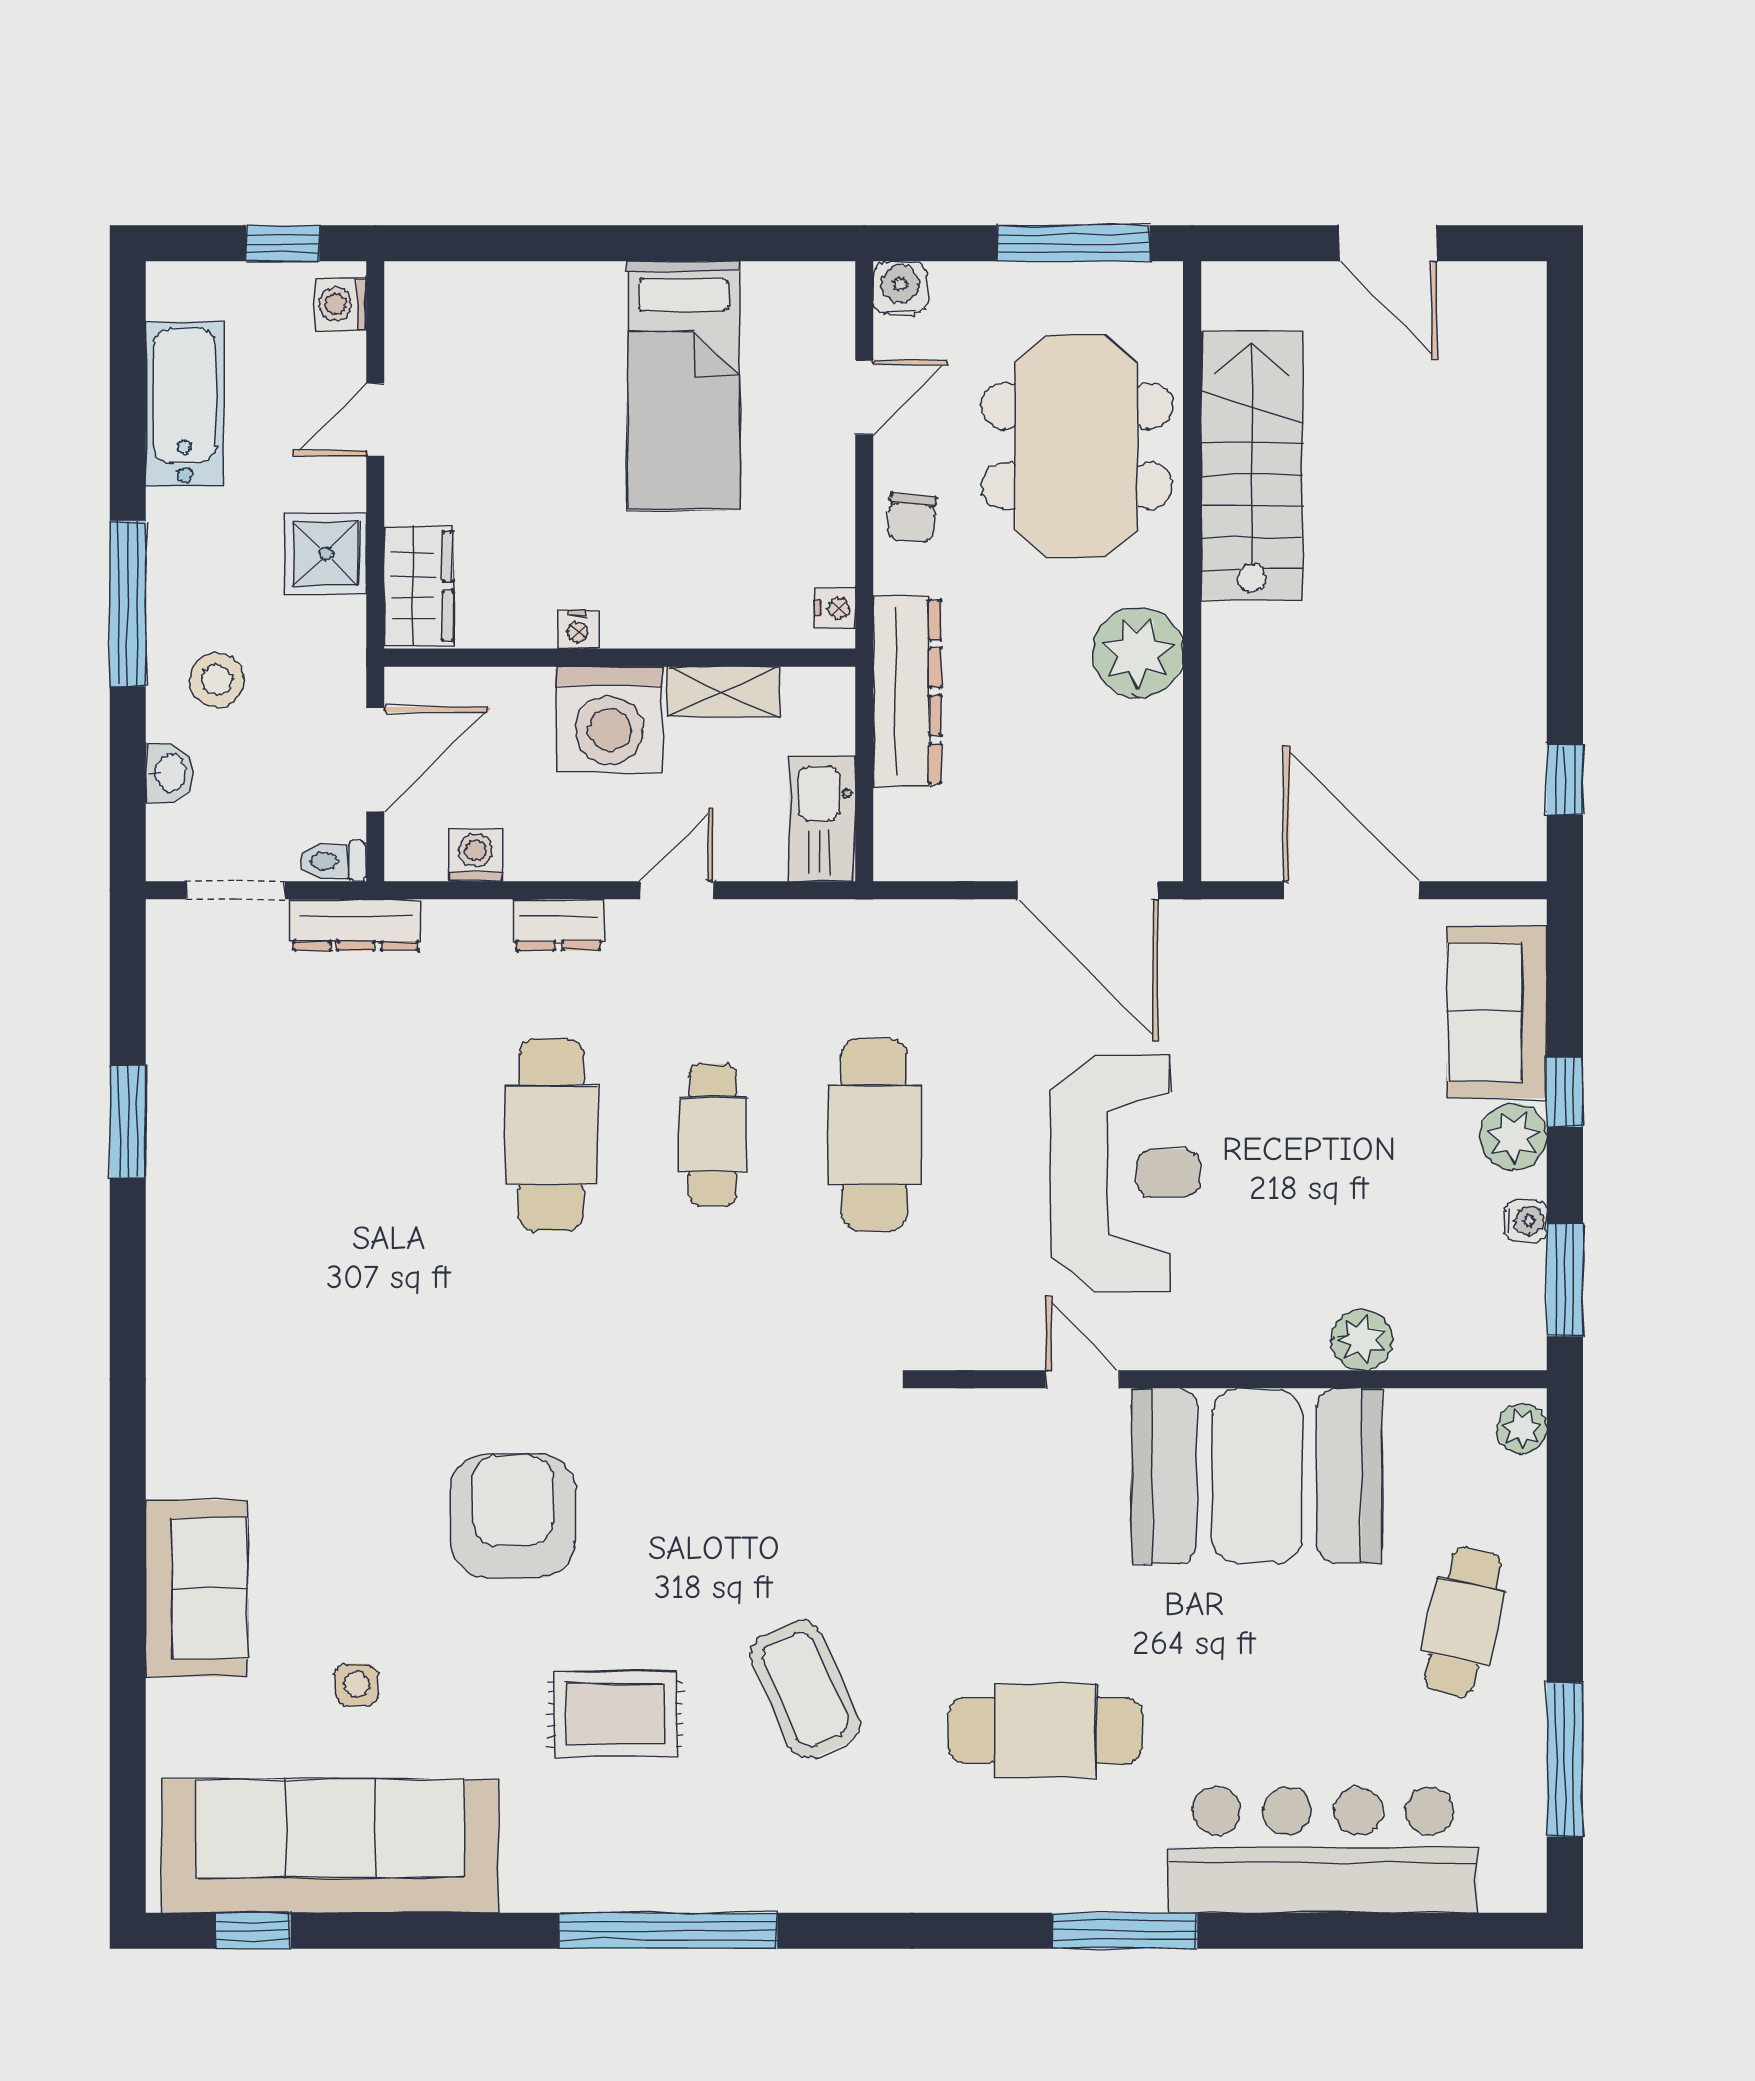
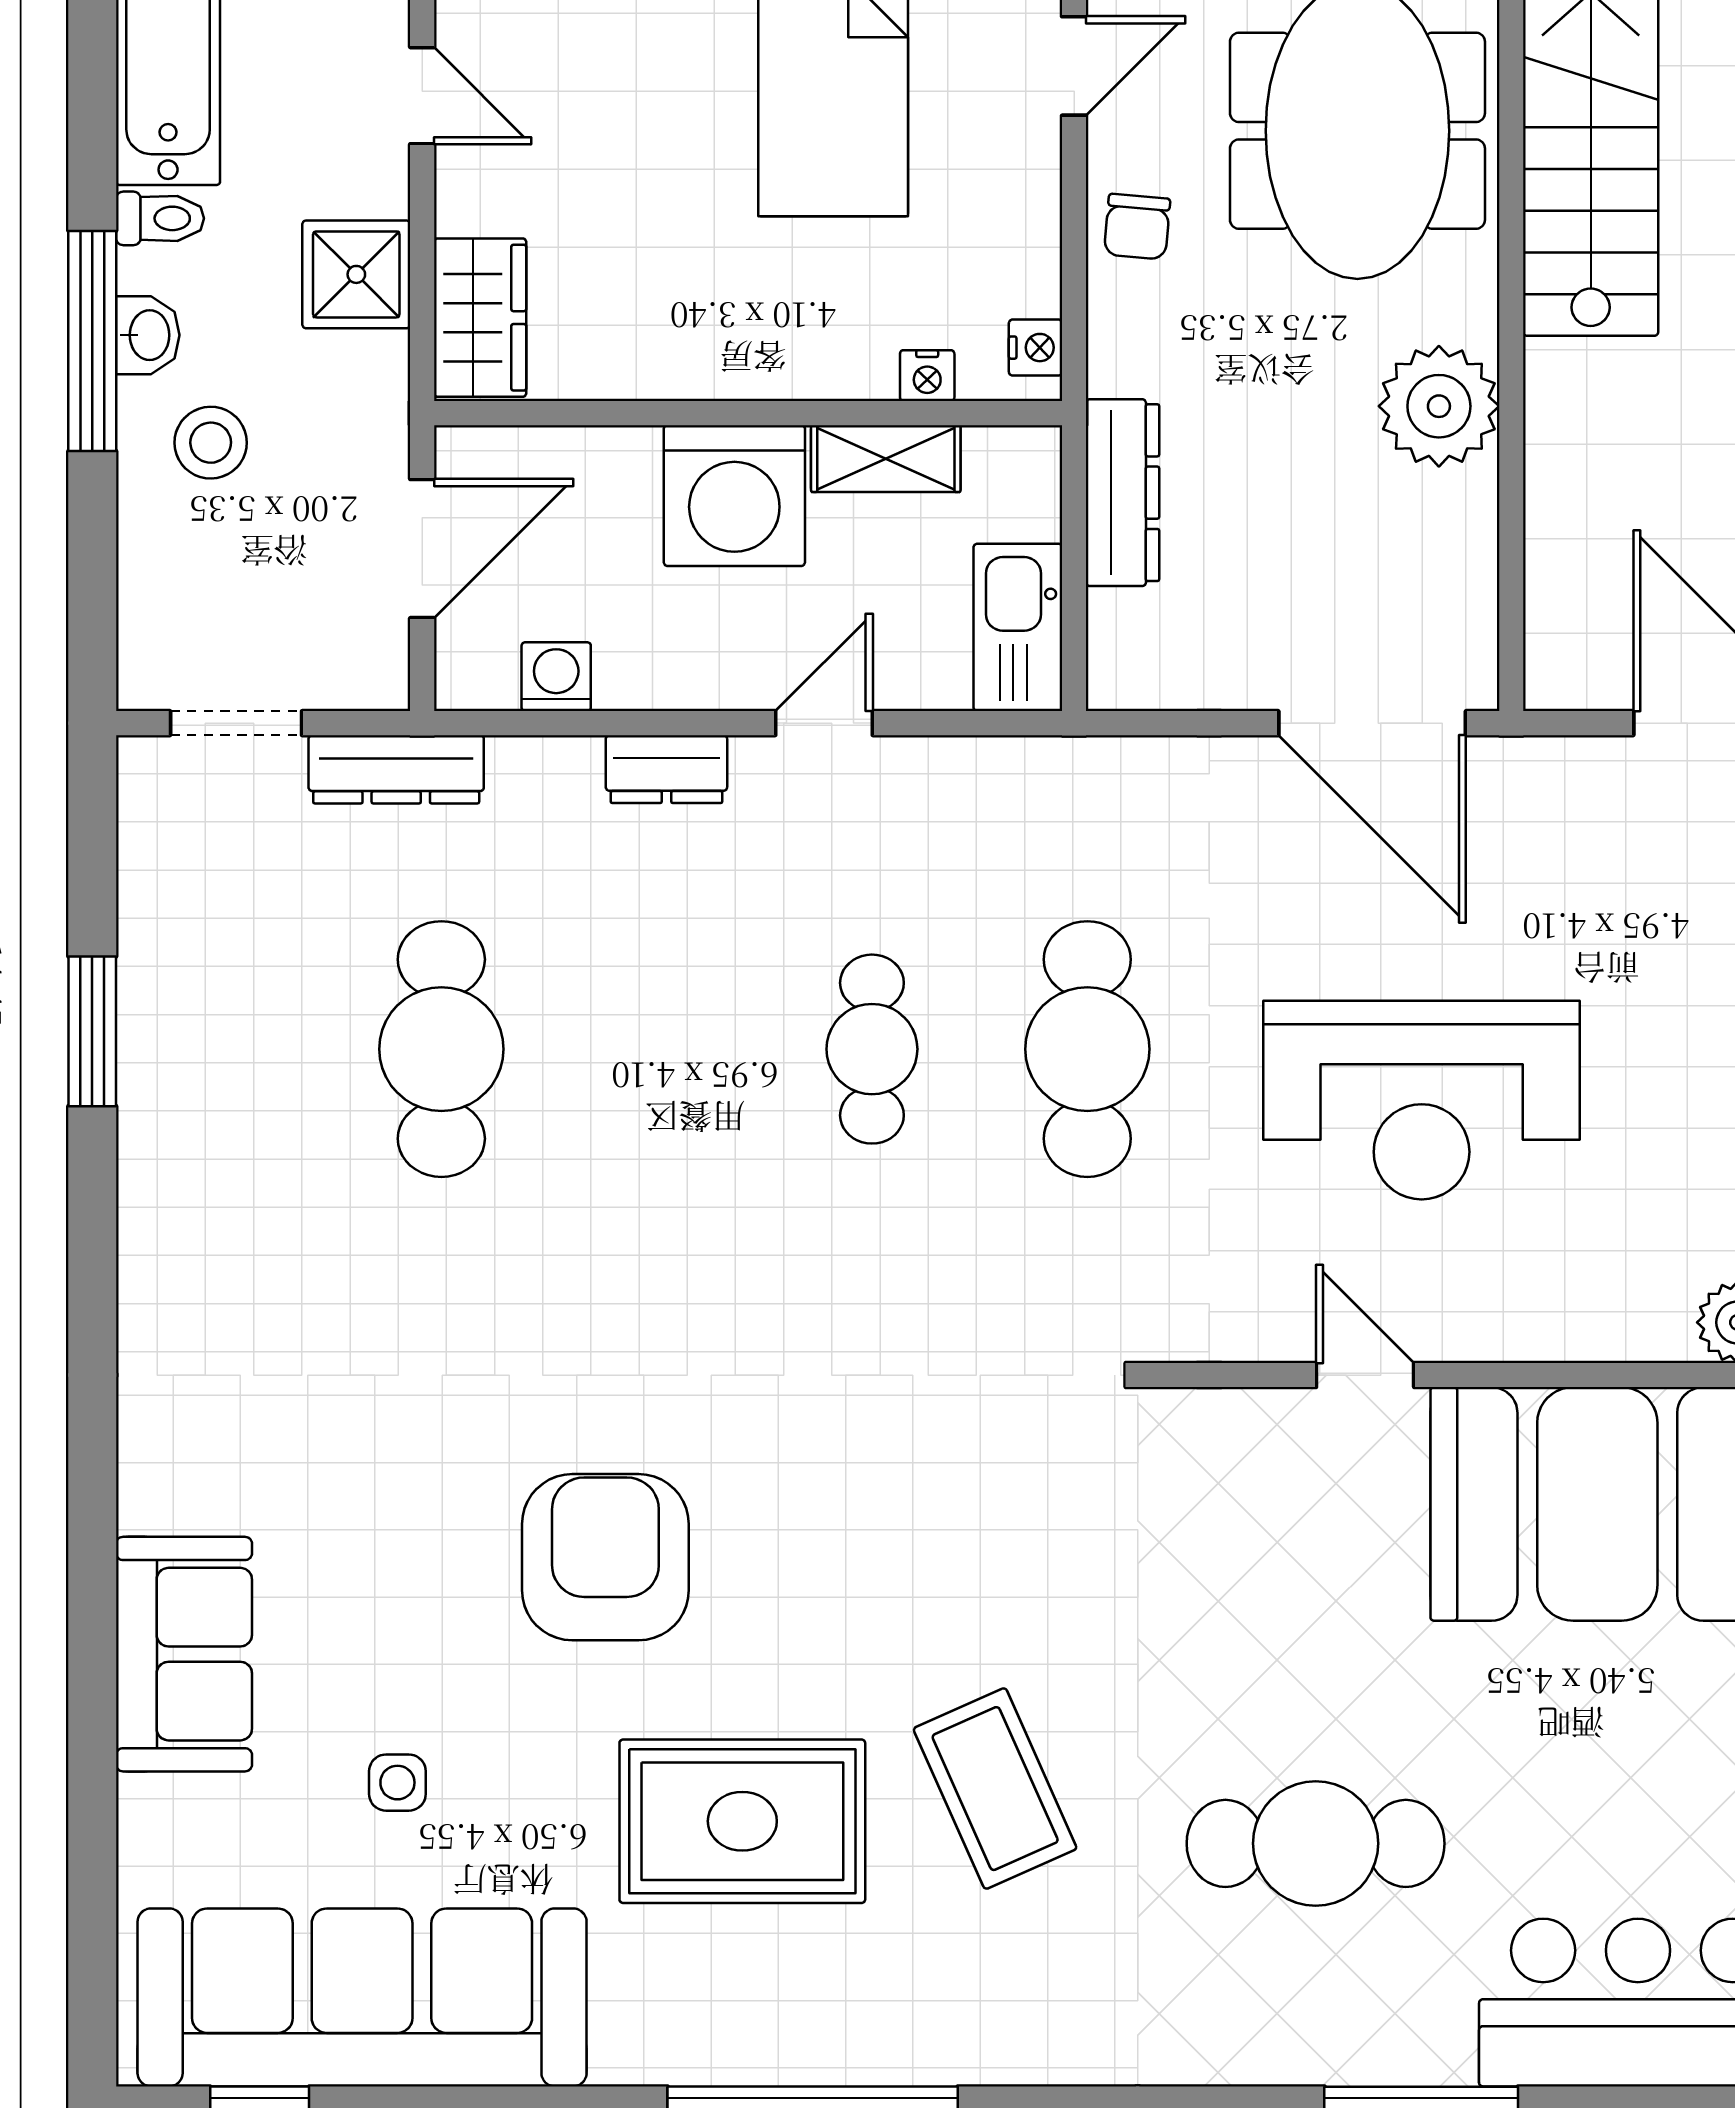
door: (375, 420) -> (422, 96), swing flipped
nightstand: (578, 630) -> (927, 376), moved
dresser: (907, 692) -> (1123, 493), width x0.73, depth x0.80
washbasin: (169, 773) -> (148, 335), moved
toilet: (333, 861) -> (160, 218), moved, turned 180
cafe table: (551, 1135) -> (441, 1049), moved
reception desk: (1125, 1173) -> (1422, 1100), turned 90
rug: (615, 1714) -> (742, 1821), width x1.36, depth x1.43

